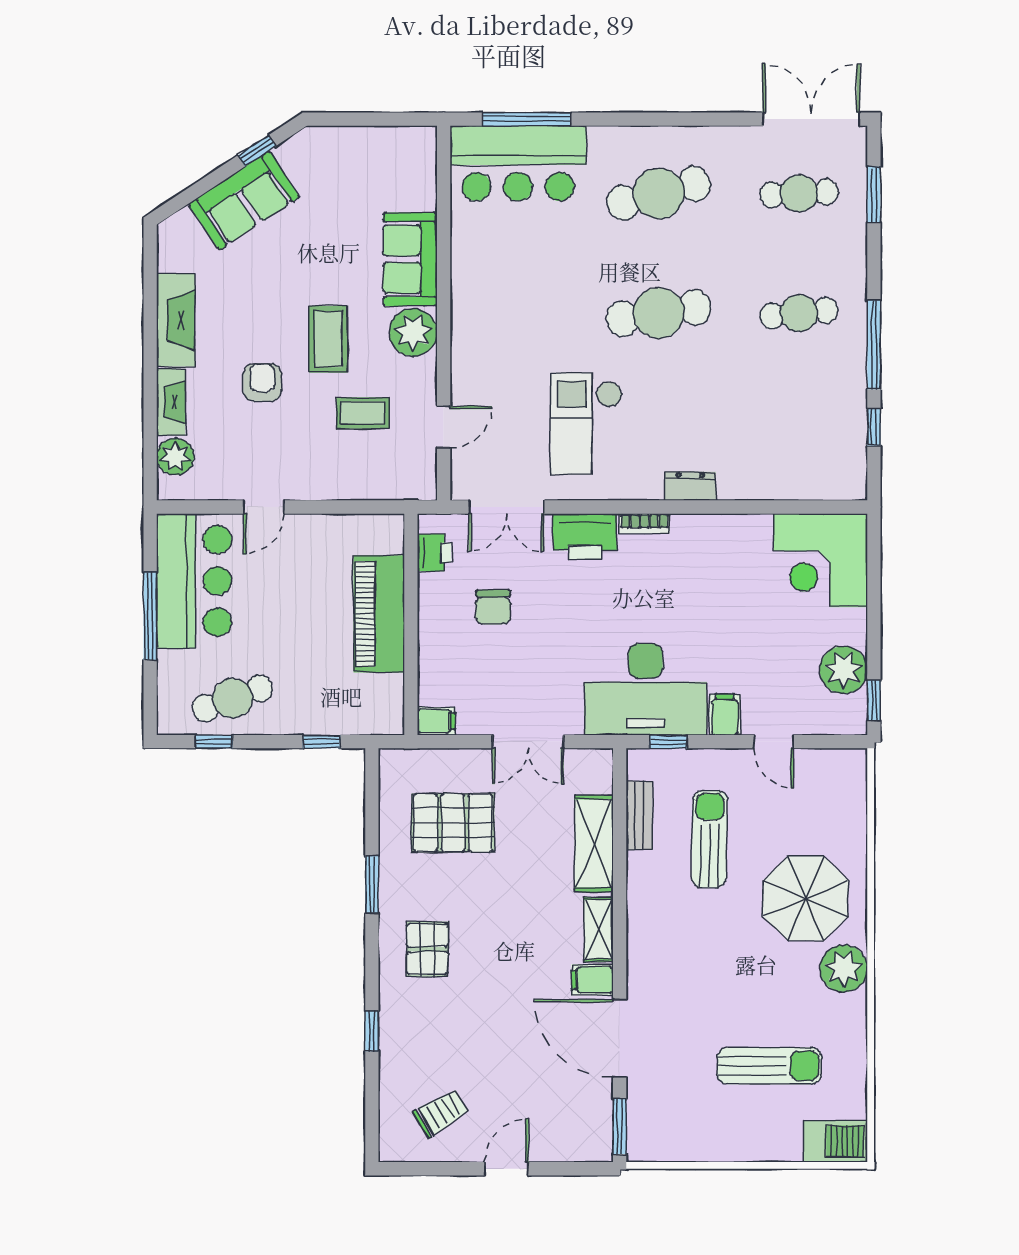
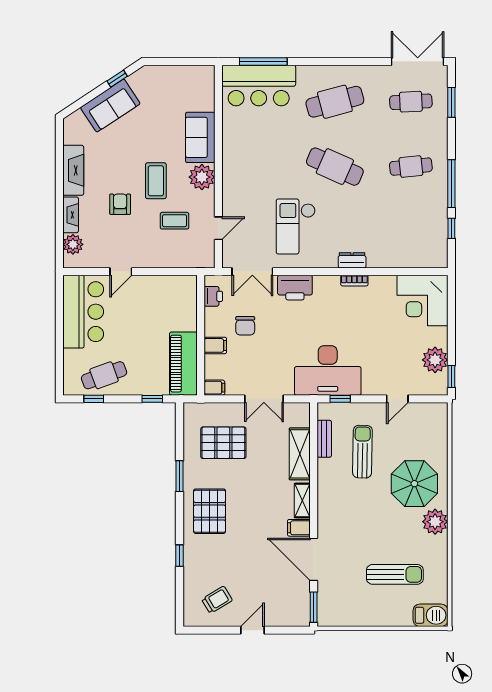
cafe table: (659, 313) -> (335, 167), turned 33
bookcase: (645, 524) -> (354, 281), moved
piano: (379, 614) -> (183, 364), moved
window: (150, 616) -> (59, 331), removed
filing cabinet: (725, 715) -> (215, 345), moved, turned 90
door: (774, 742) -> (397, 399), hinge flipped
pallet: (427, 949) -> (210, 511), width x1.50, depth x1.42

